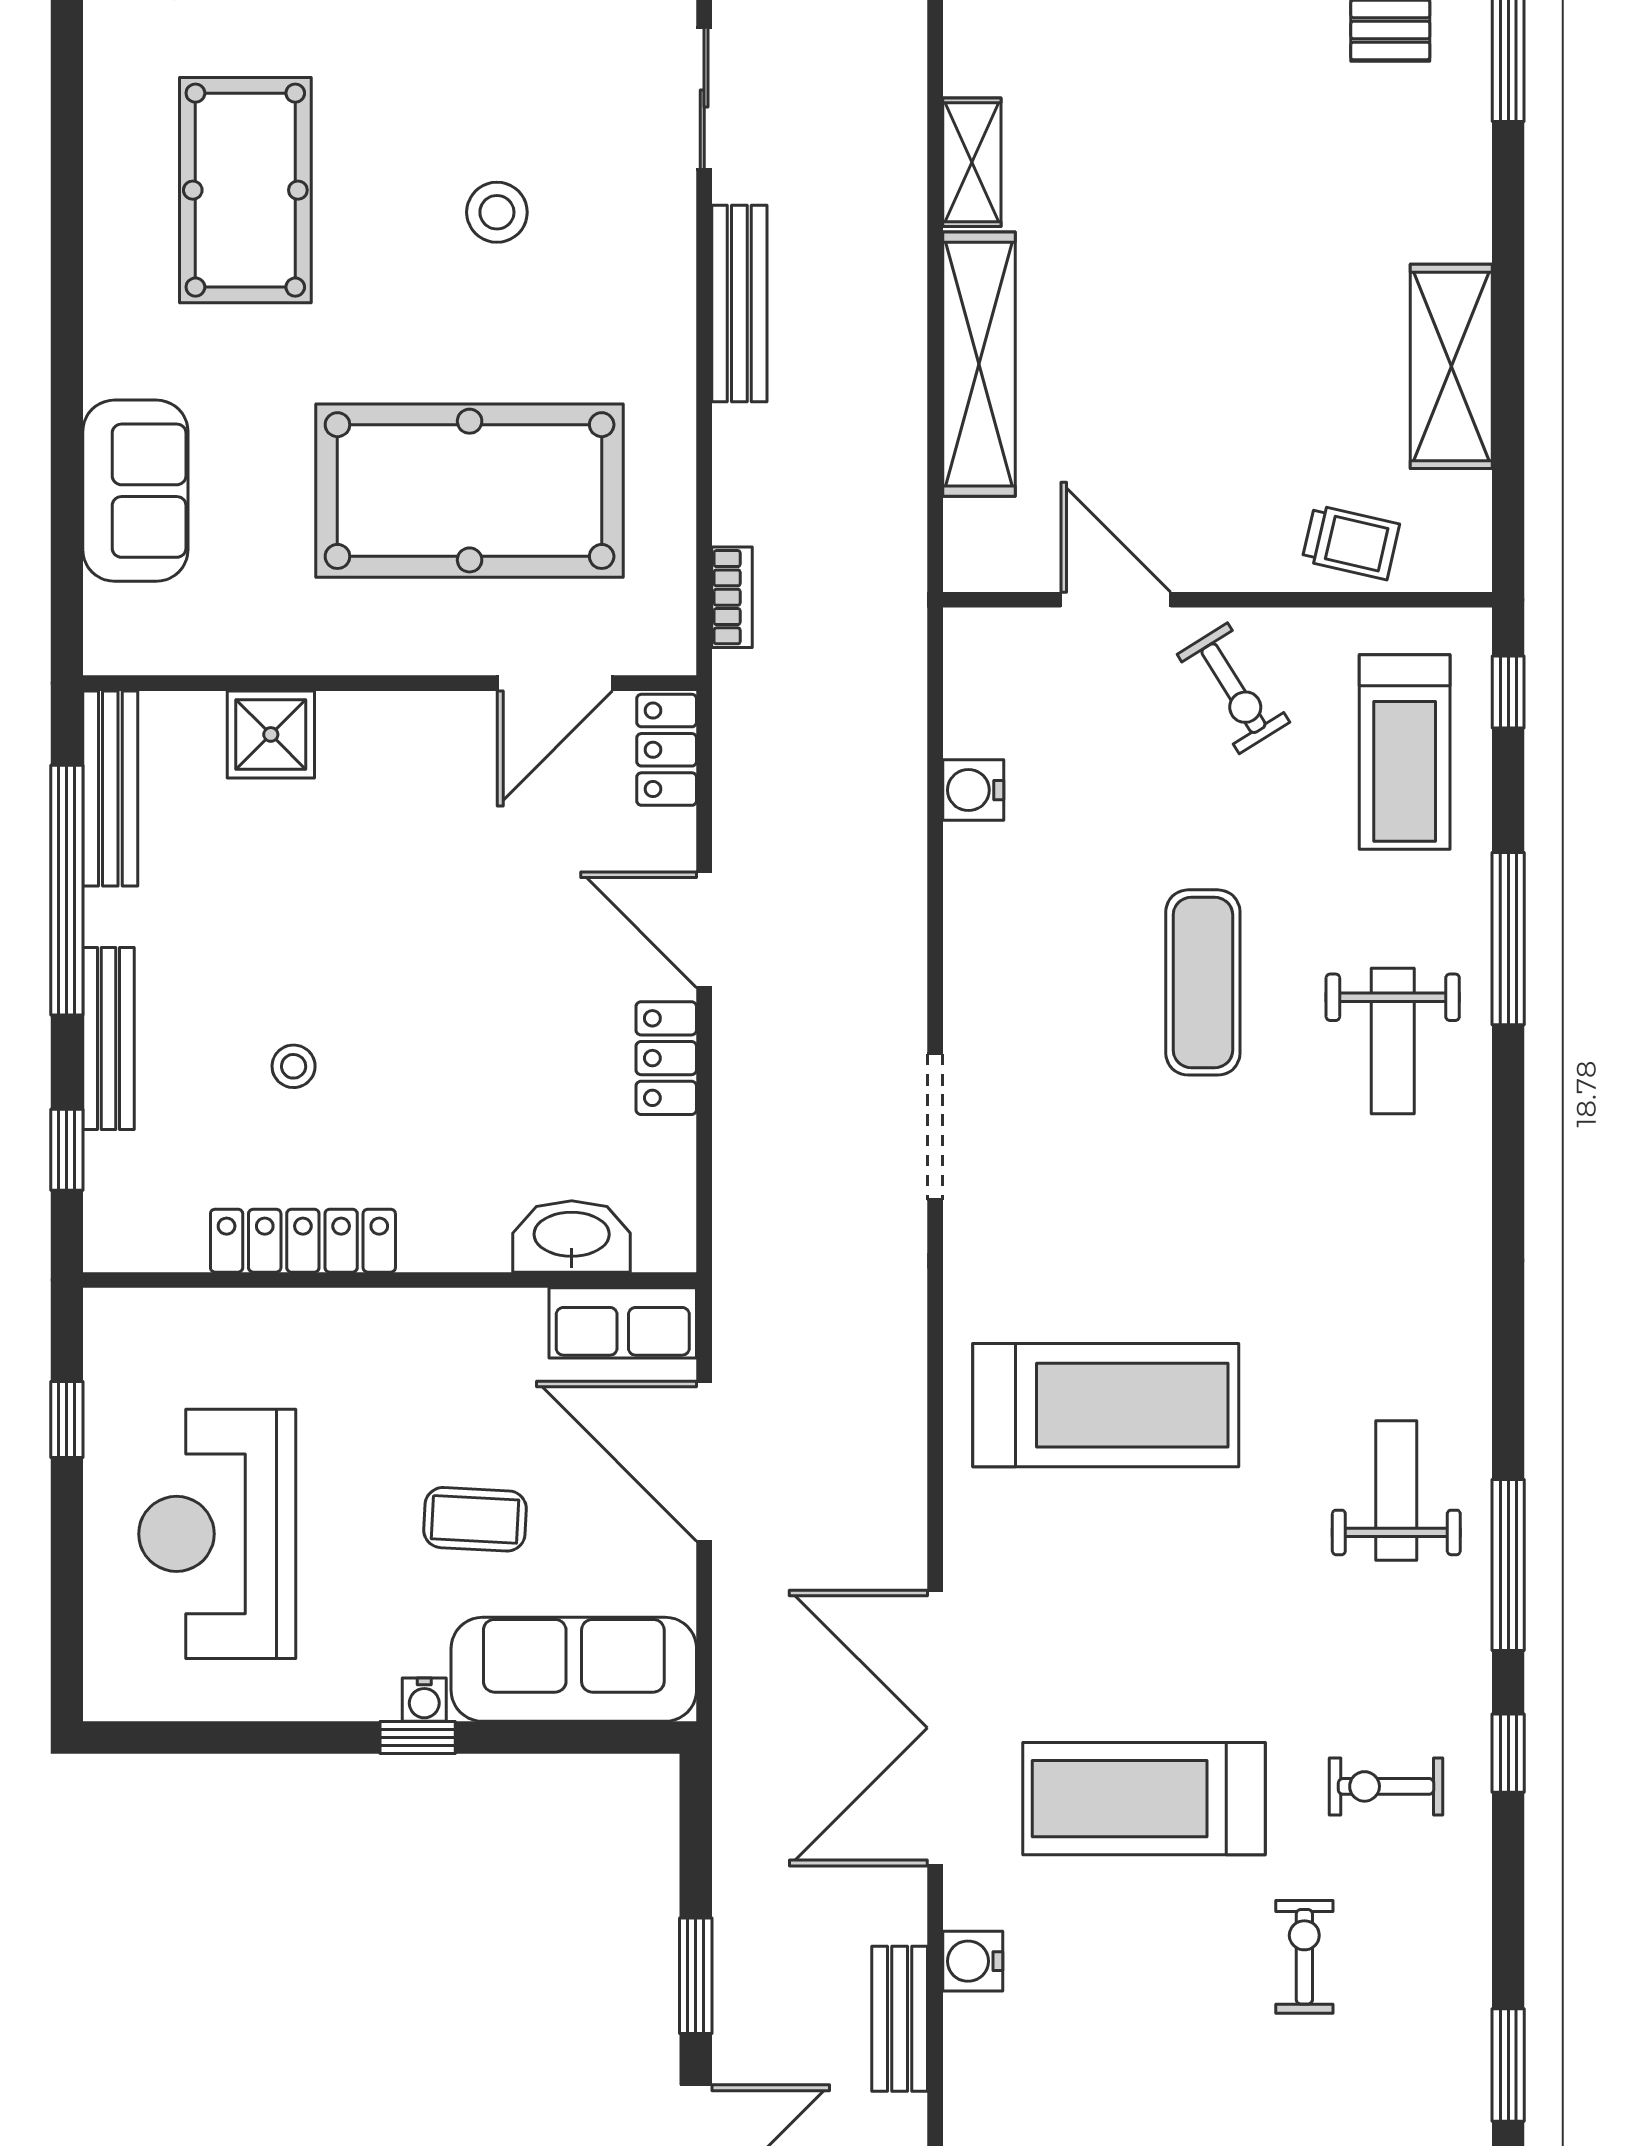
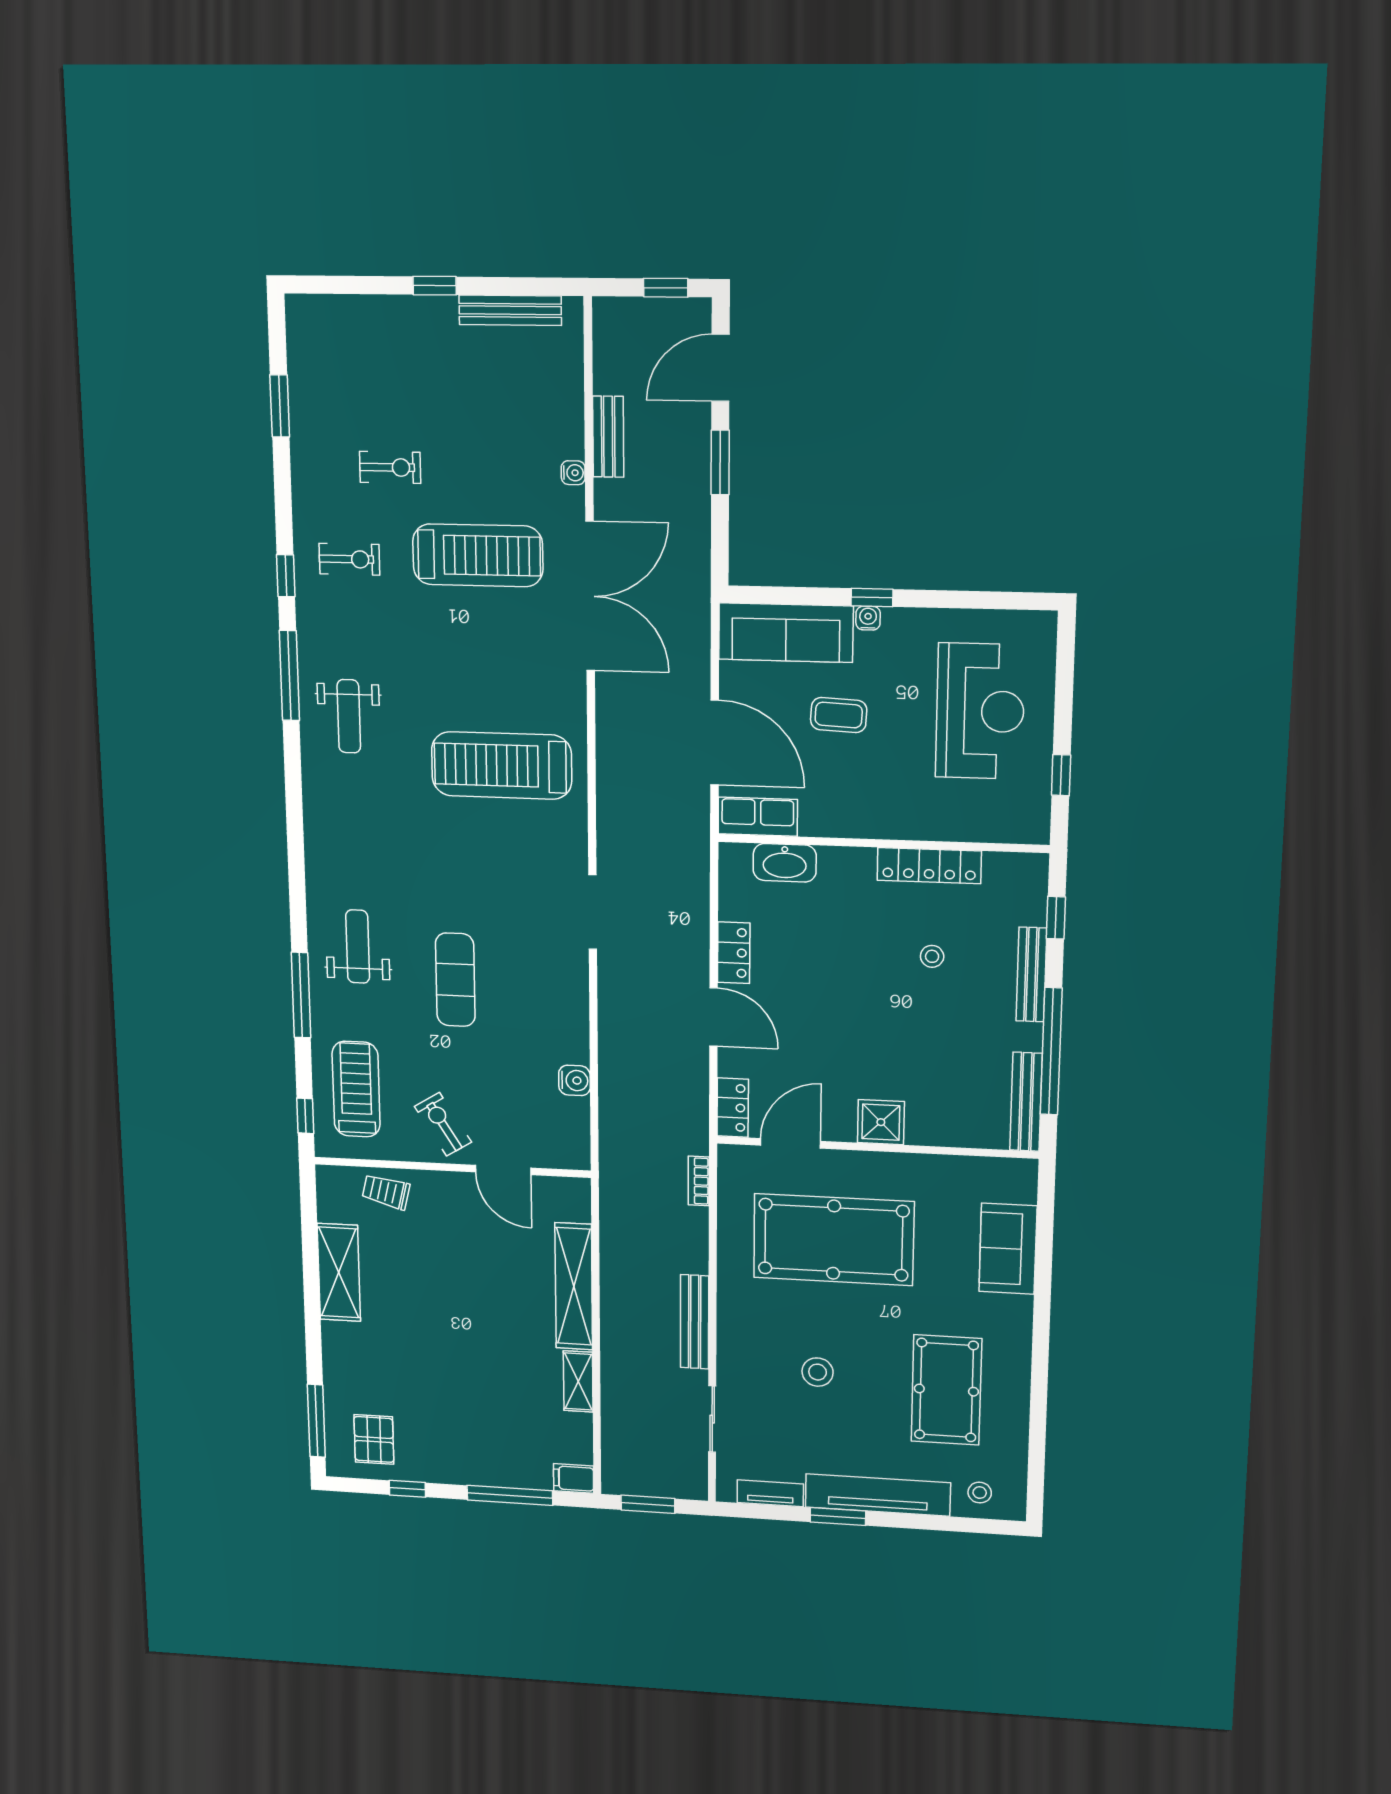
shower: (271, 734) -> (881, 1122), moved
exercise bike: (1304, 1957) -> (390, 467), turned -90
water cooler: (973, 1961) -> (573, 473), width x0.72, depth x0.72

